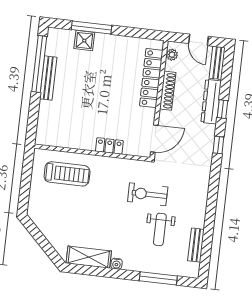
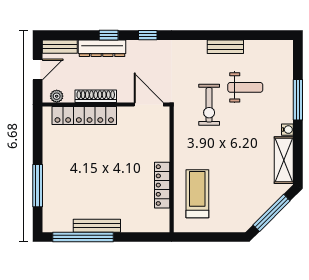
shower: (84, 41) -> (52, 192), removed
locker: (109, 146) -> (162, 185), moved, width x1.53
window: (41, 240) -> (272, 213), added
bench: (196, 245) -> (225, 47), moved
window: (158, 278) -> (298, 100), moved

